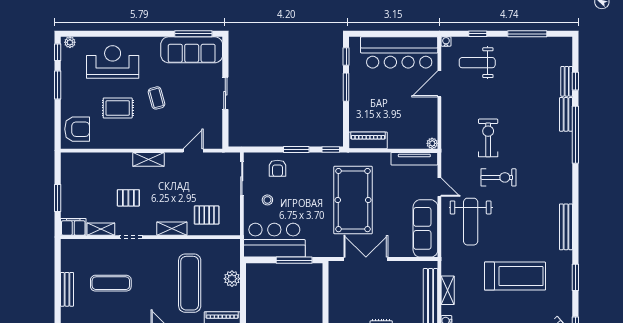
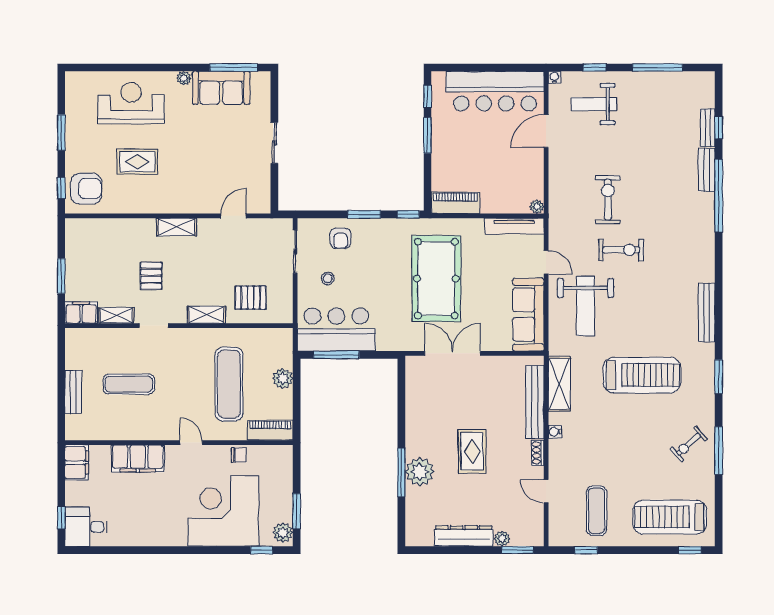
plant: (70, 42) -> (184, 78), moved
sofa: (192, 50) -> (221, 88), width x0.73
window: (58, 52) -> (61, 188), moved
coffee table: (156, 98) -> (187, 149), removed
pallet: (128, 198) -> (151, 276), turned 90
window: (294, 260) -> (336, 355), moved
shelving: (448, 290) -> (559, 384), width x1.50, depth x1.33

